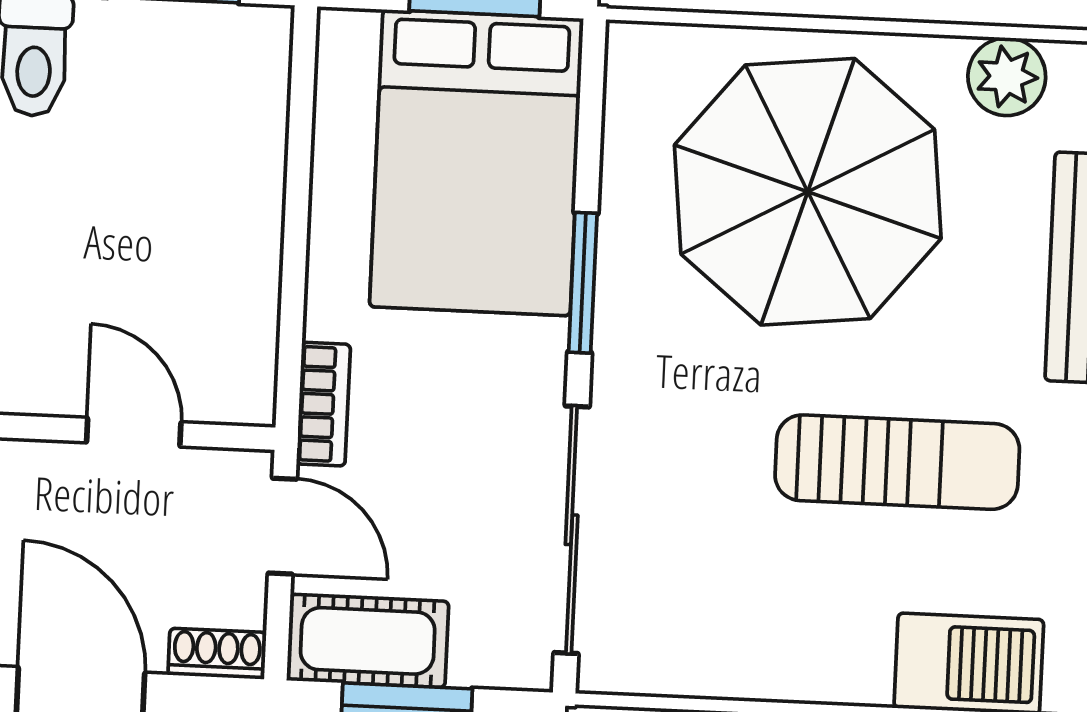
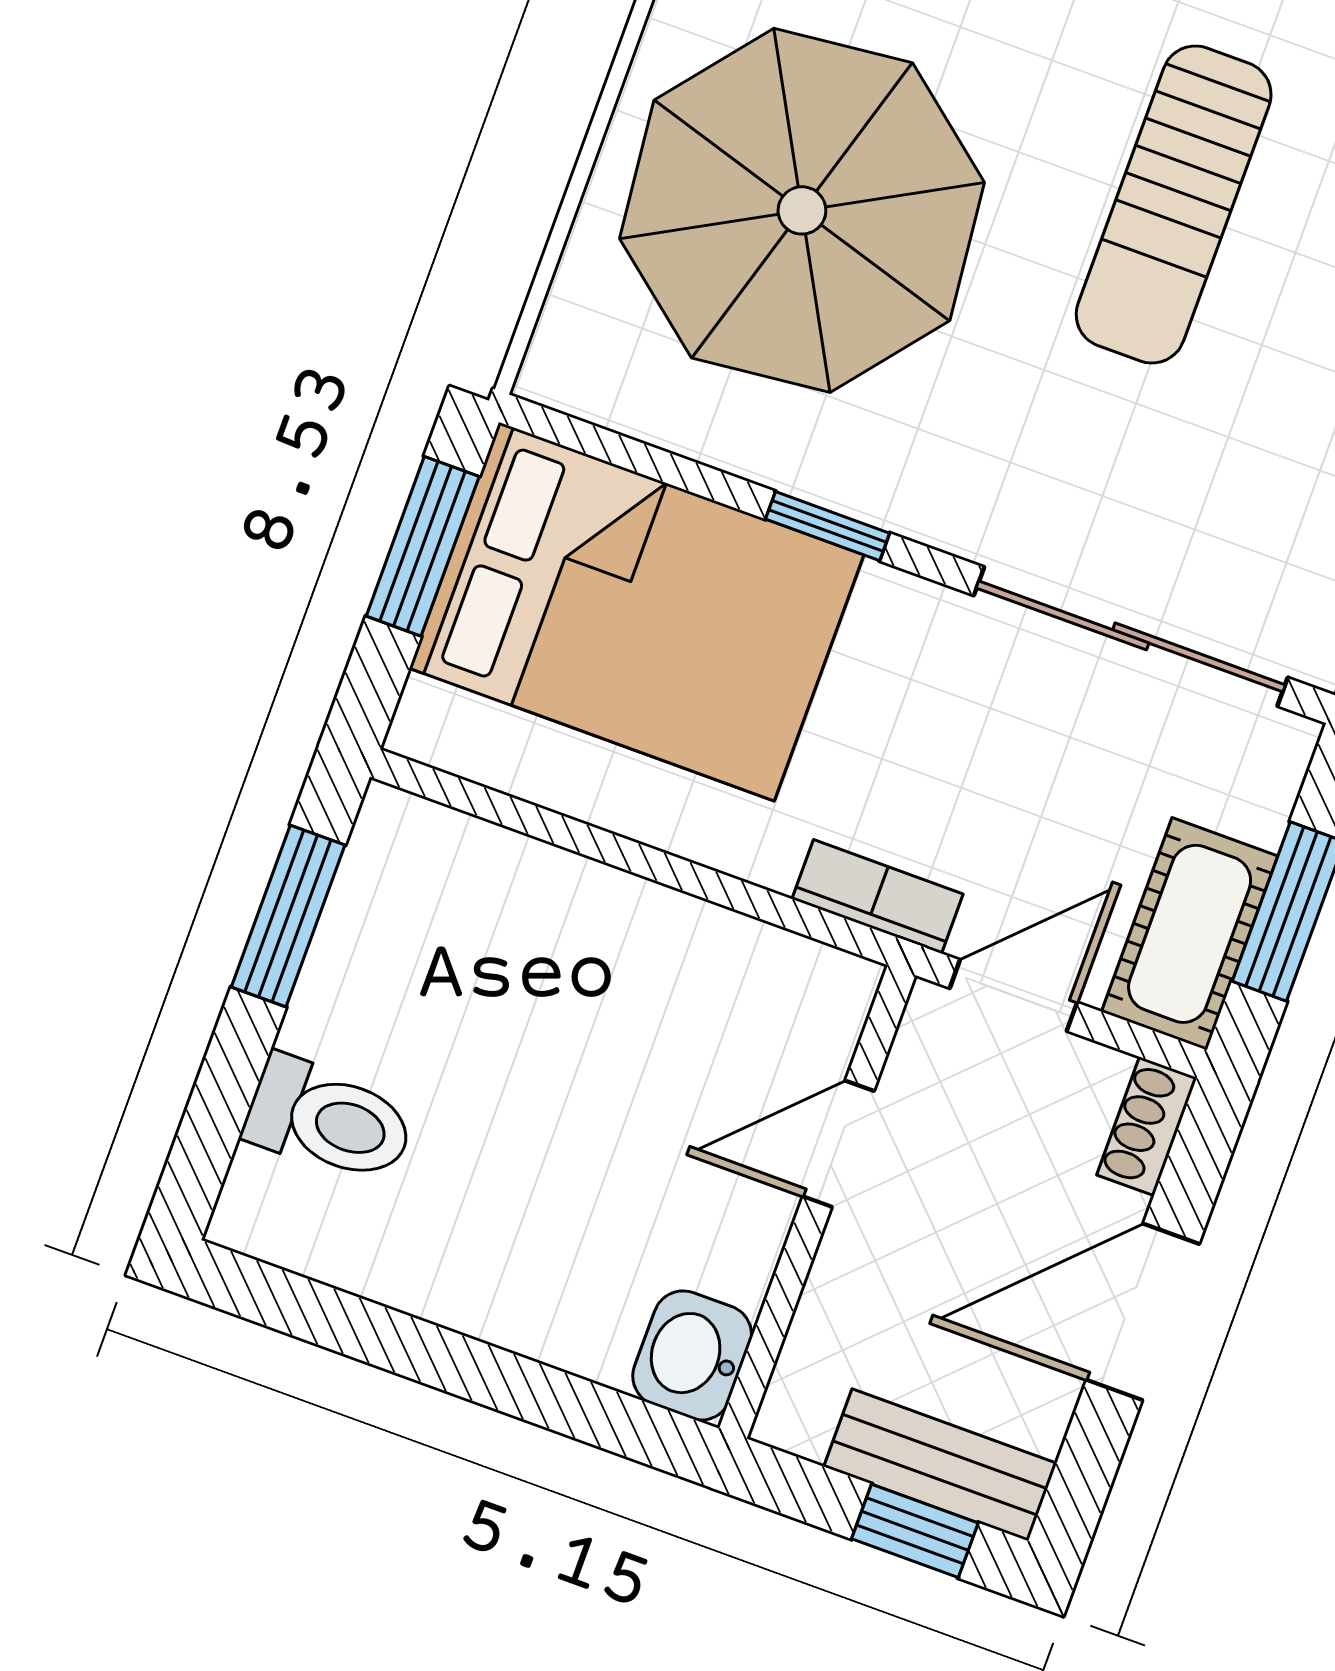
window: (583, 283) -> (828, 526), width x0.67
sun lounger: (897, 462) -> (1174, 205), turned 180

